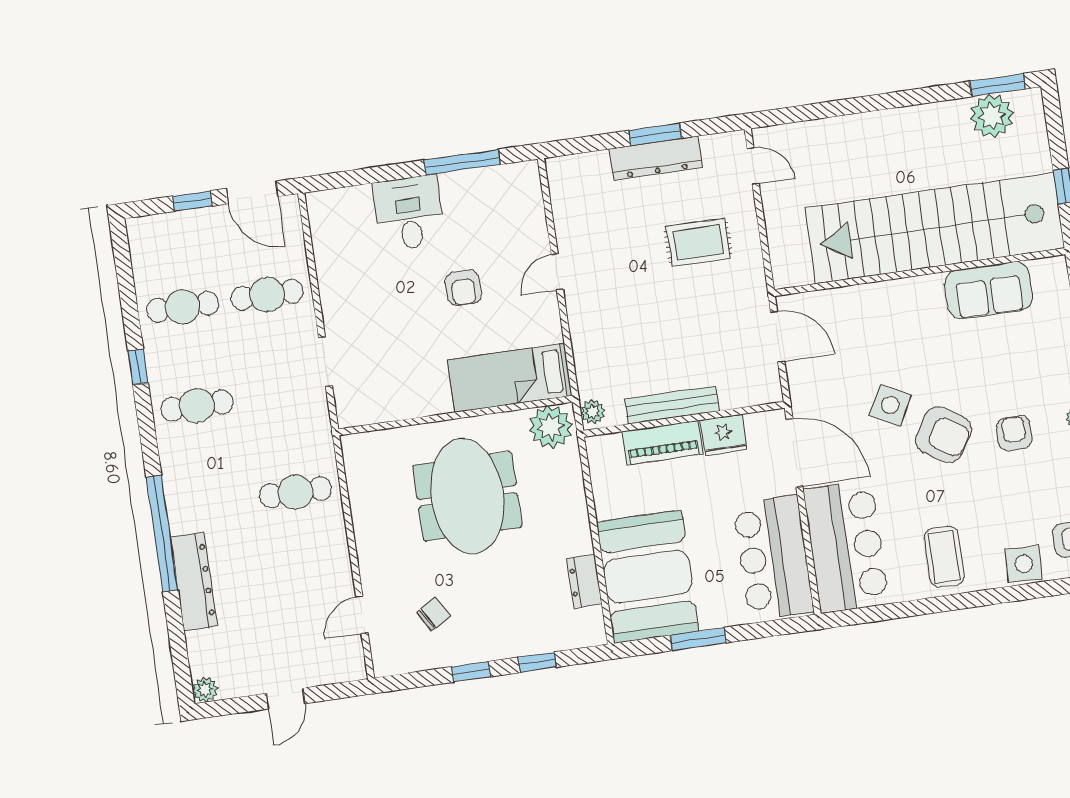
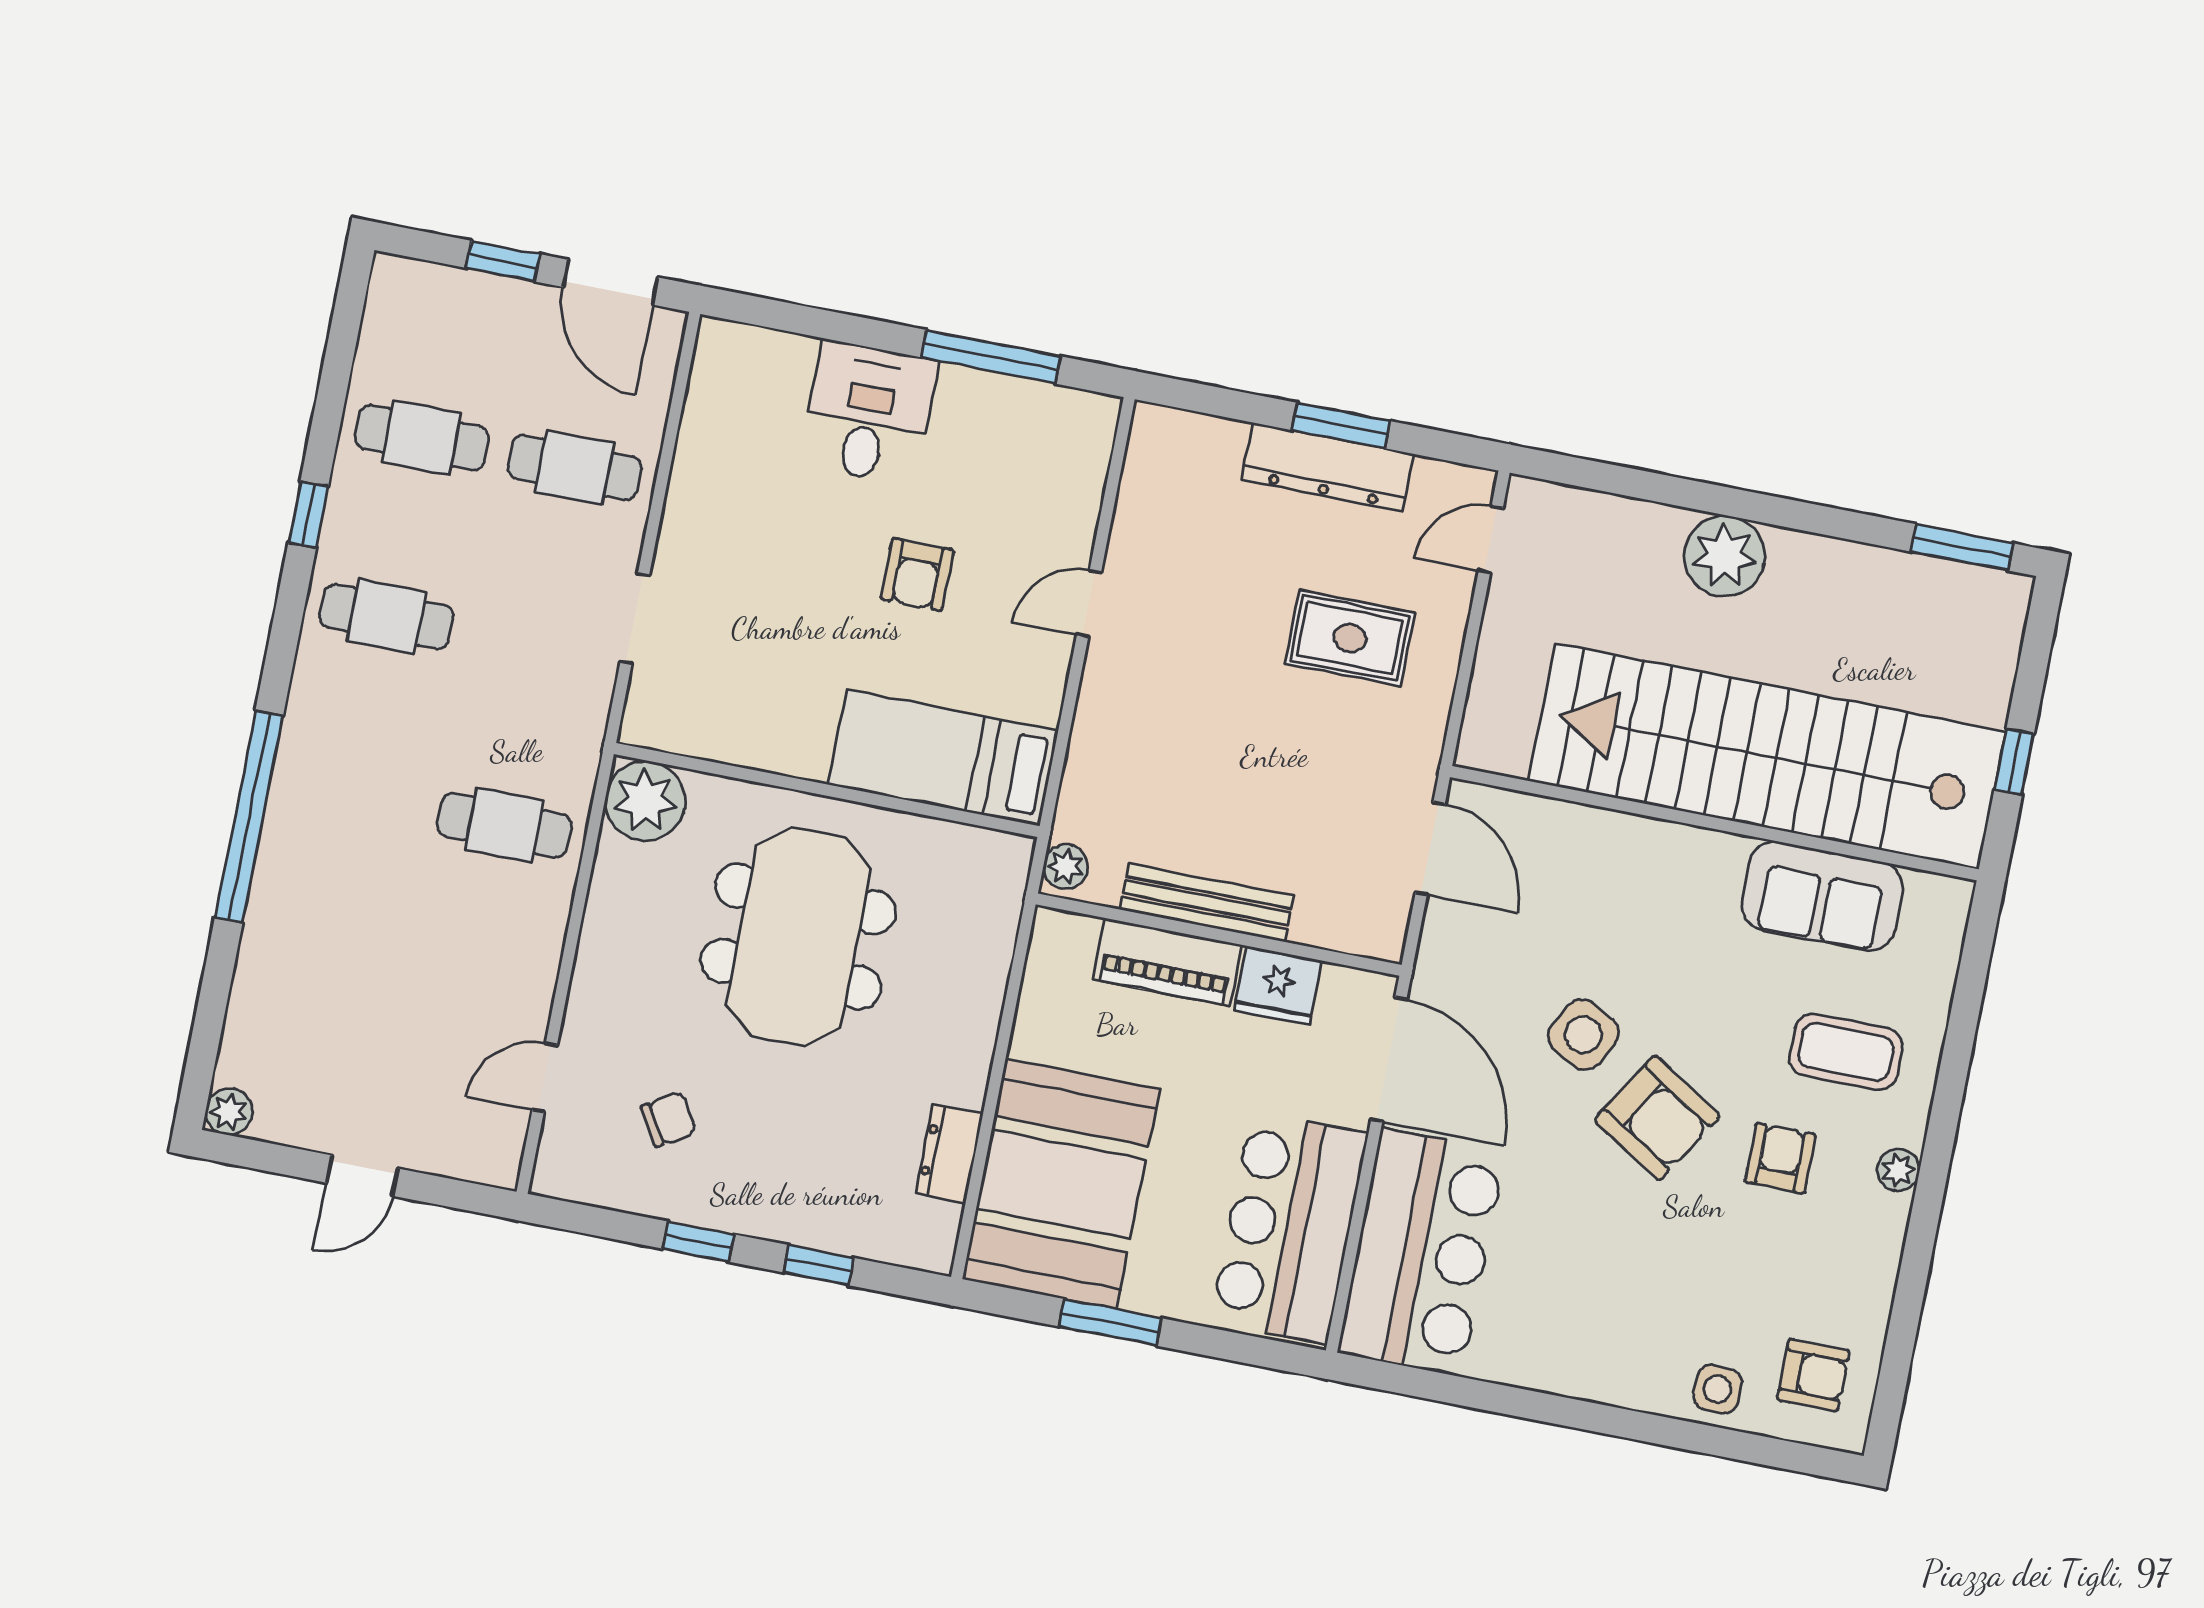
plant: (992, 116) -> (1724, 556), moved
door: (753, 166) -> (1491, 539), swing flipped
plant: (551, 427) -> (645, 801), moved
coffee table: (944, 557) -> (1846, 1052), moved, turned 90
side table: (1024, 564) -> (1717, 1389), width x0.73, depth x0.73
dresser: (194, 582) -> (275, 918), removed

